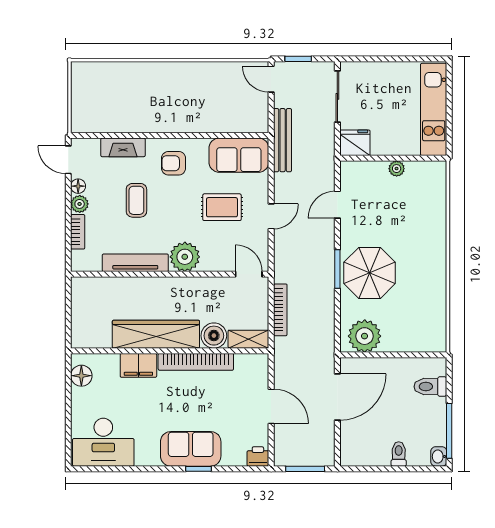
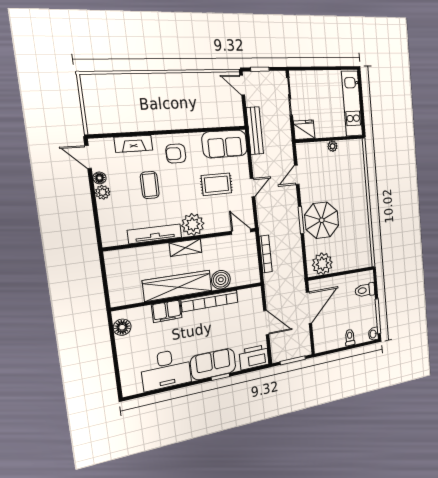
bookcase: (78, 232) -> (104, 215), removed
shelving: (248, 339) -> (185, 248), moved
desk: (103, 442) -> (166, 369), moved
printer: (258, 456) -> (254, 357), width x1.87, depth x1.48

